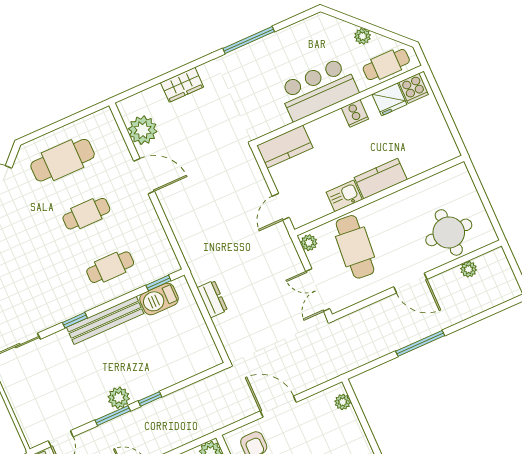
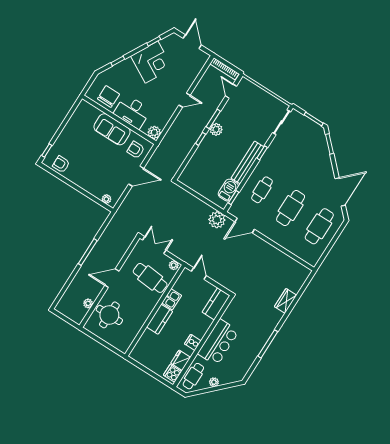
plant: (143, 130) -> (217, 220), moved
door: (144, 176) -> (245, 226), moved
cafe table: (86, 214) -> (291, 208), width x1.37, depth x1.35
dresser: (212, 299) -> (202, 207), removed

